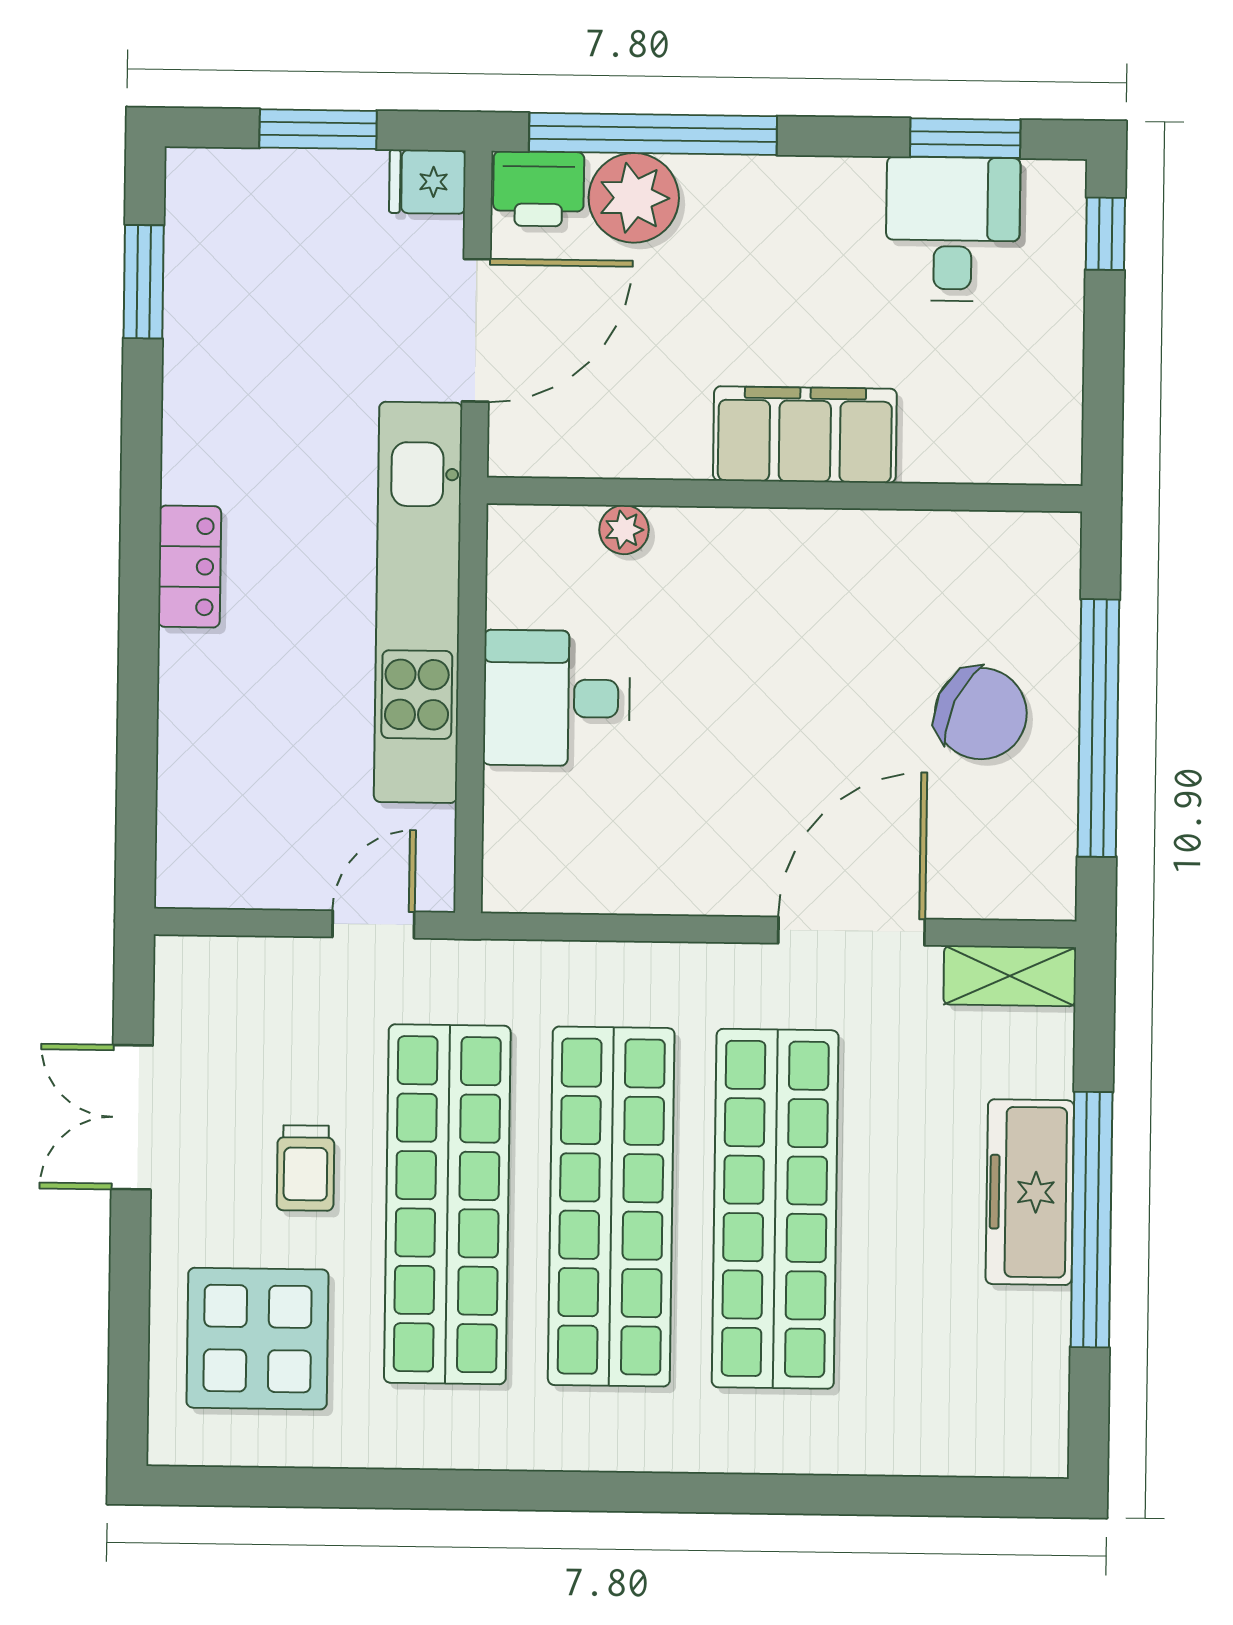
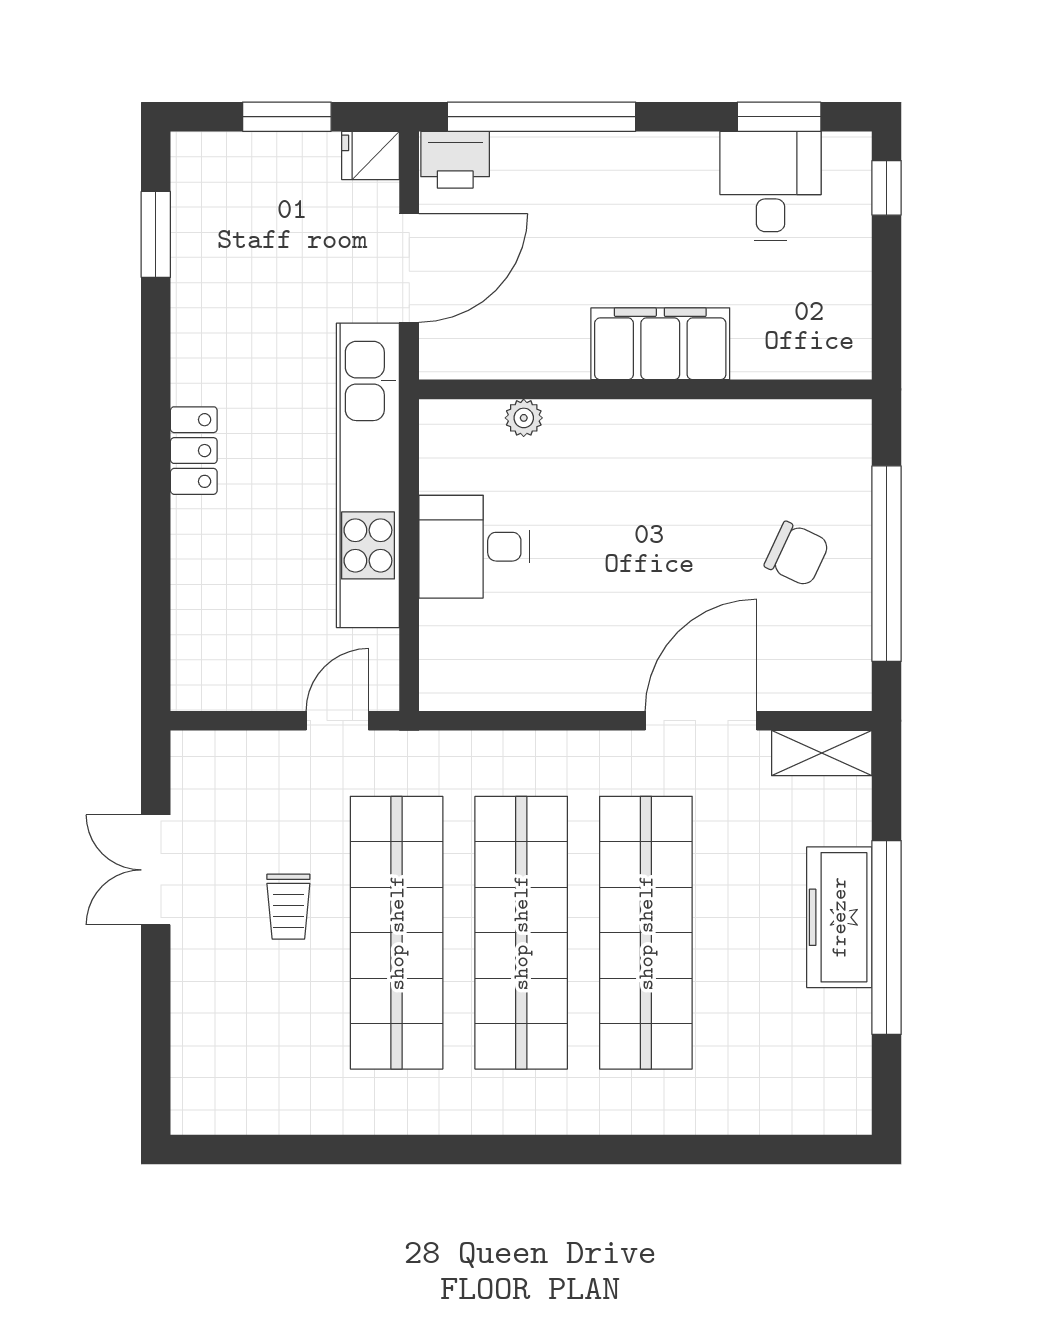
plant: (634, 198) -> (528, 166), removed
chair: (981, 714) -> (797, 554), width x0.73, depth x0.73
display table: (258, 1339) -> (254, 1037), removed

